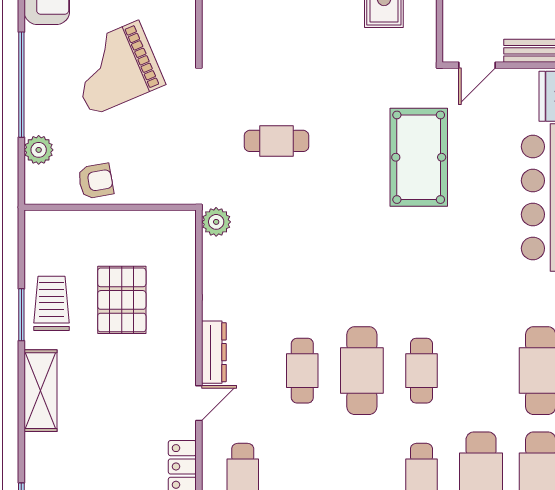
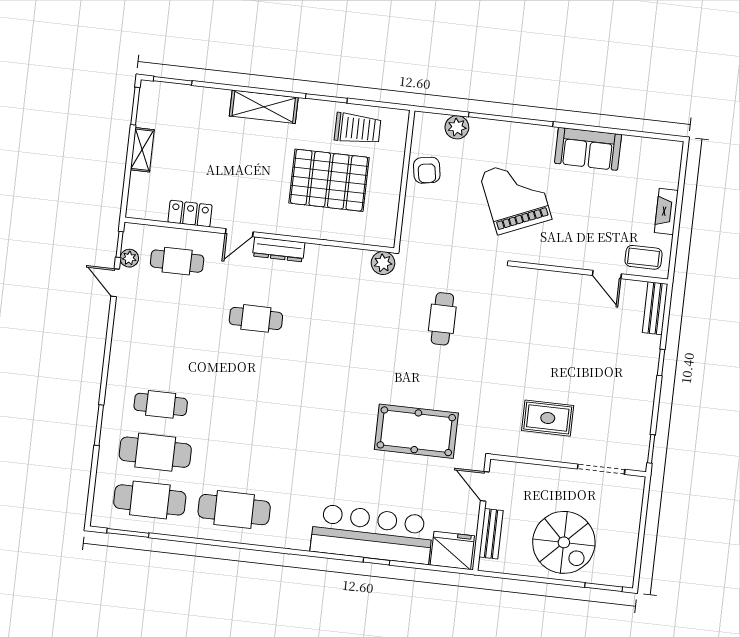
pallet: (122, 300) -> (329, 180), width x1.37, depth x1.41
trolley: (52, 303) -> (358, 129), moved
cafe table: (362, 371) -> (250, 366), removed
cafe table: (421, 371) -> (245, 414), removed
door: (199, 403) -> (239, 233), hinge flipped

